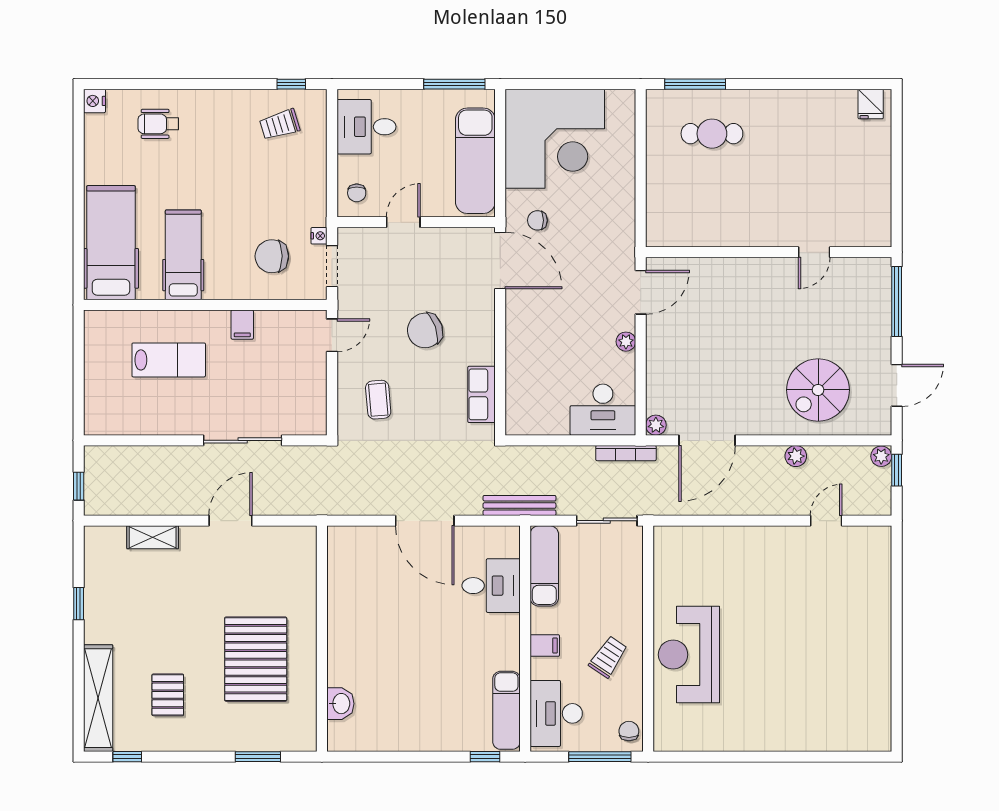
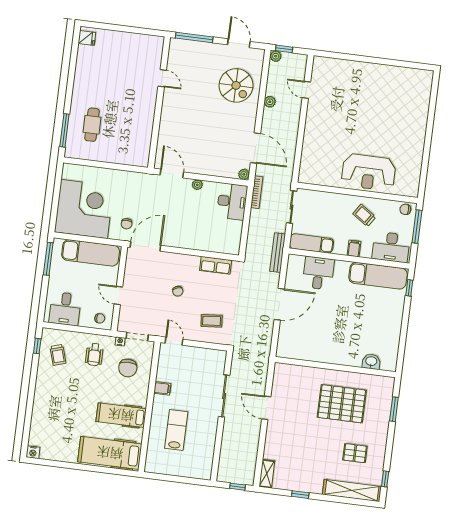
wheelchair: (158, 124) -> (94, 354), moved
chair: (425, 330) -> (178, 291), width x0.54, depth x0.54
shelving: (153, 537) -> (267, 474), moved
exam couch: (506, 710) -> (378, 276), width x1.36, depth x1.45

